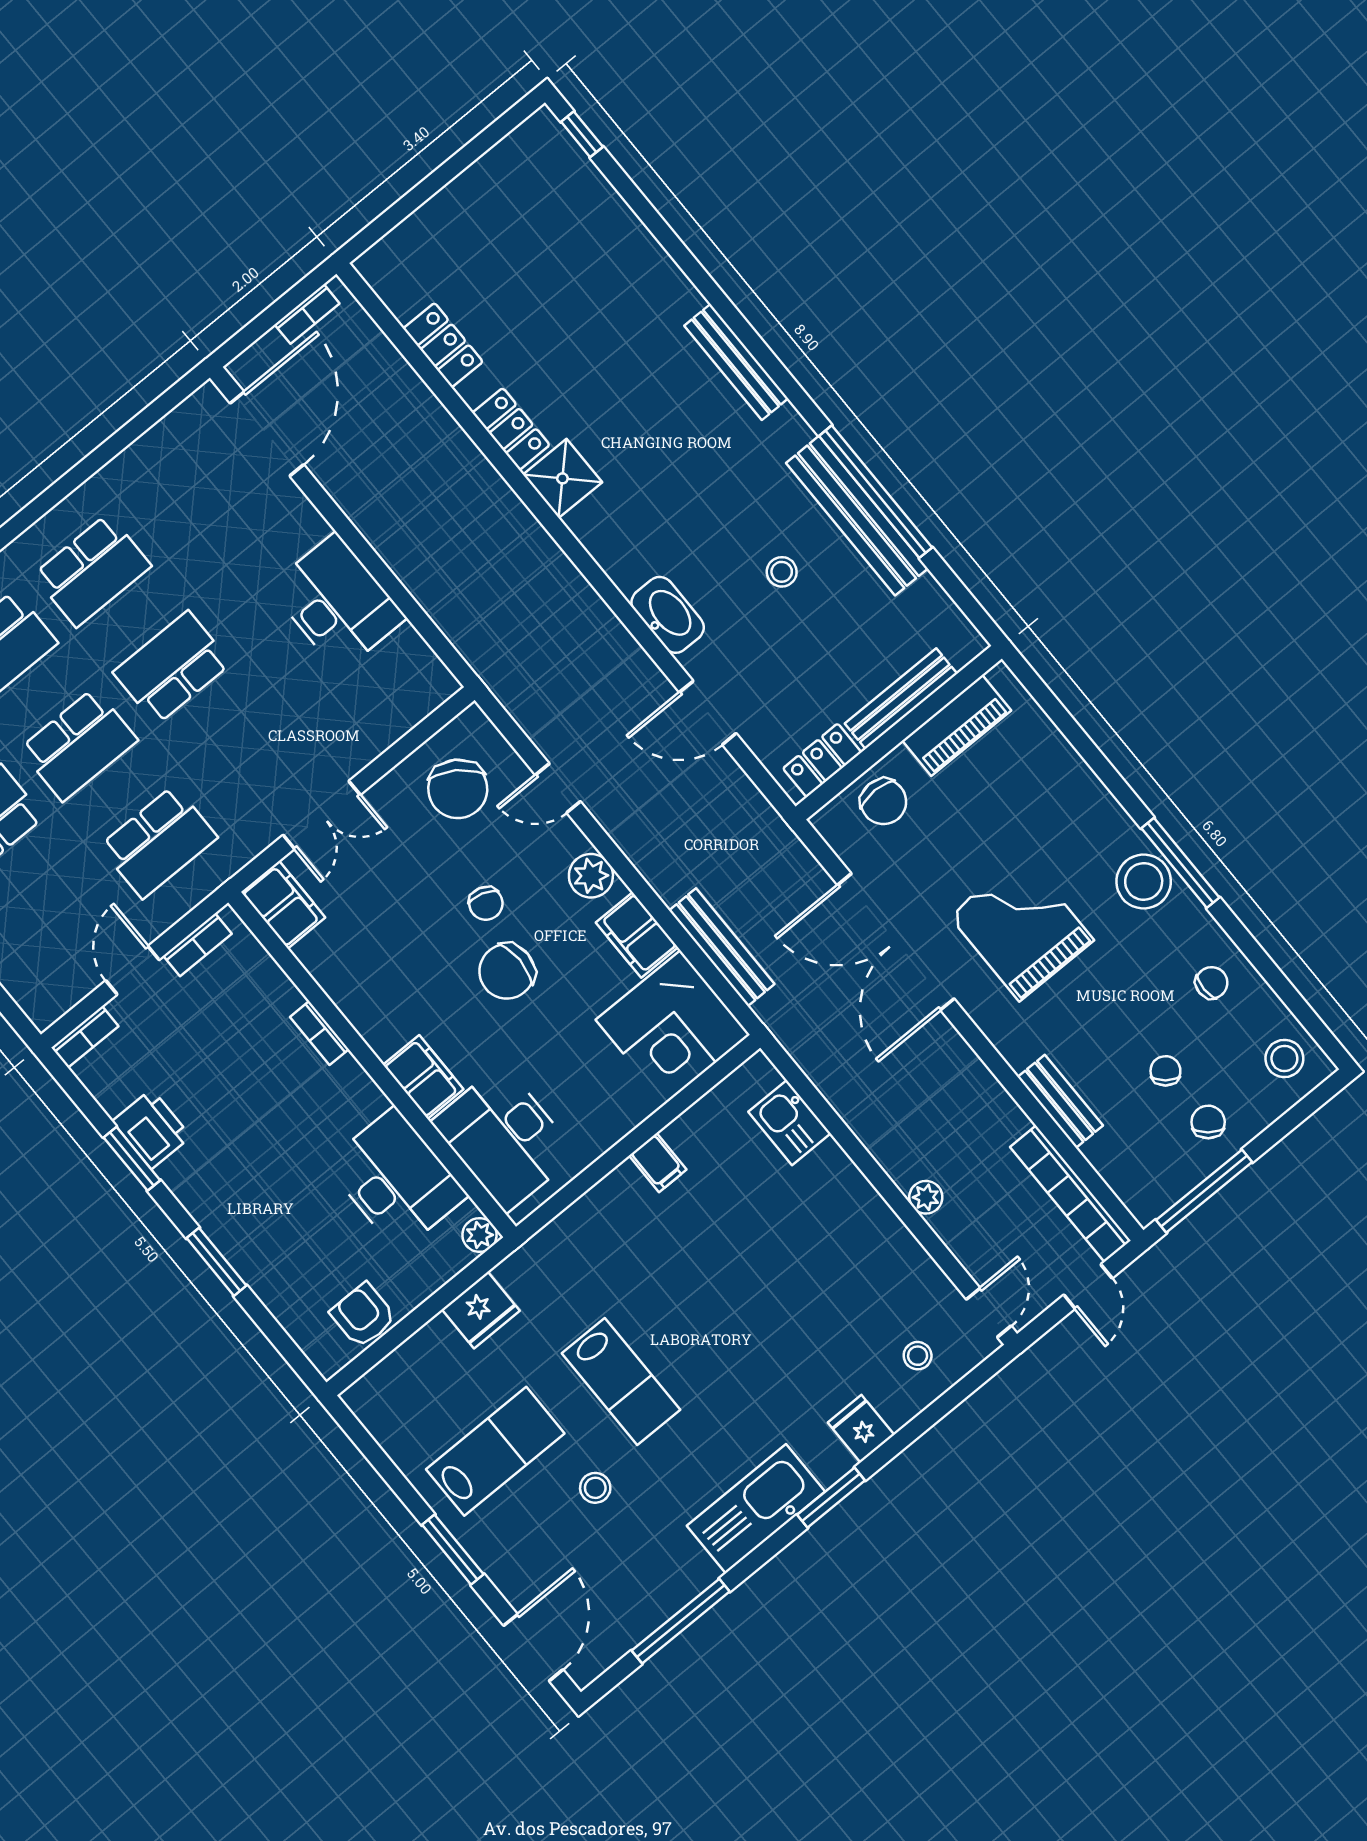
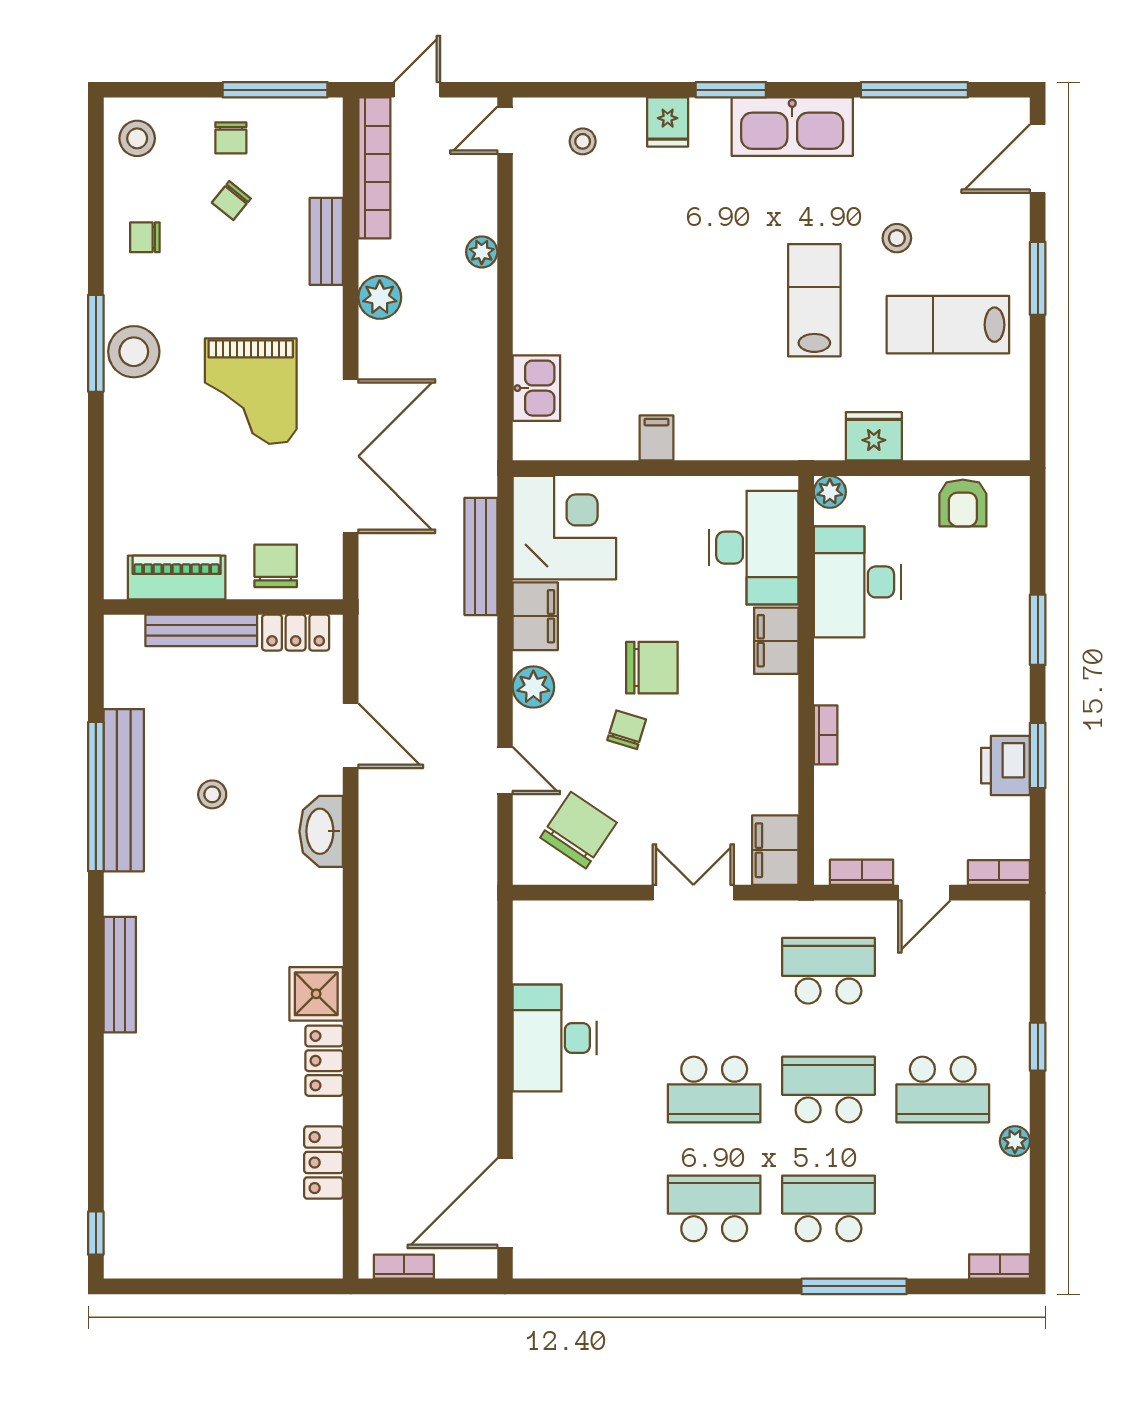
plant: (979, 1091) -> (380, 297), added
chair: (1208, 1122) -> (231, 138), turned -39

